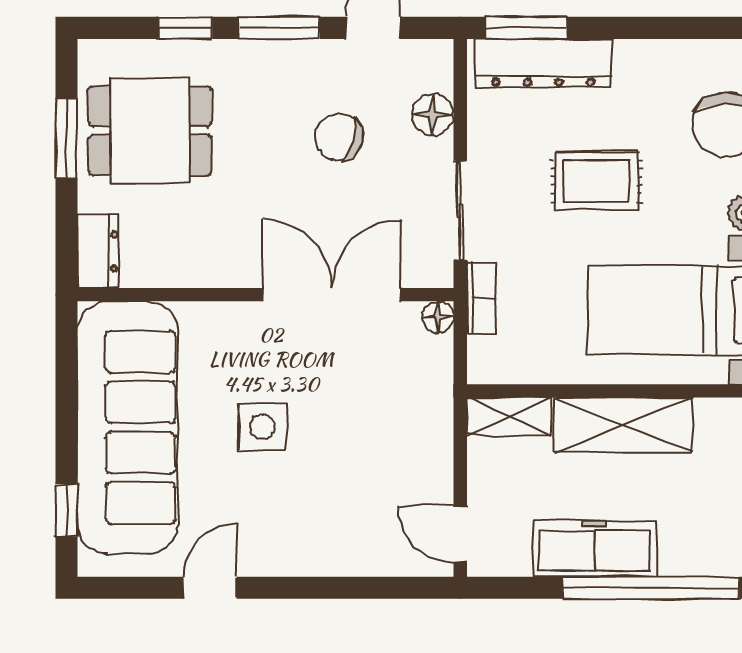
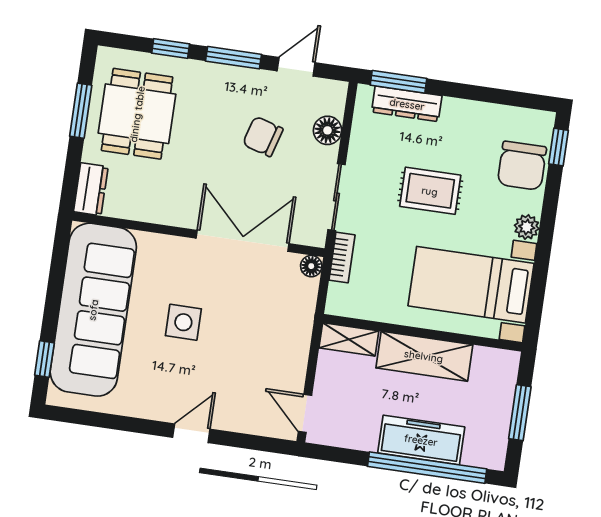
dresser: (543, 63) -> (407, 104), width x0.73, depth x0.80
dining table: (150, 131) -> (137, 114), turned 90
freezer: (595, 548) -> (421, 440), moved
door: (210, 588) -> (191, 433), moved

